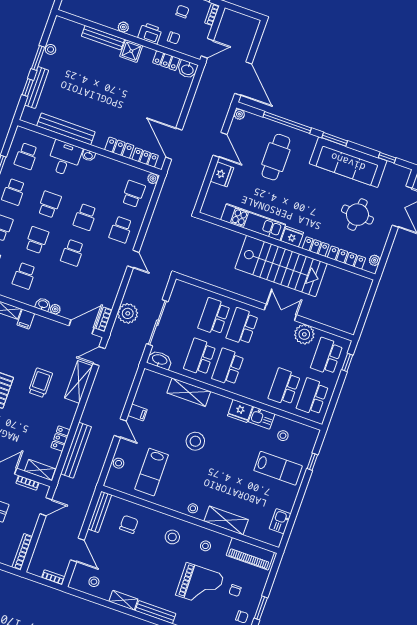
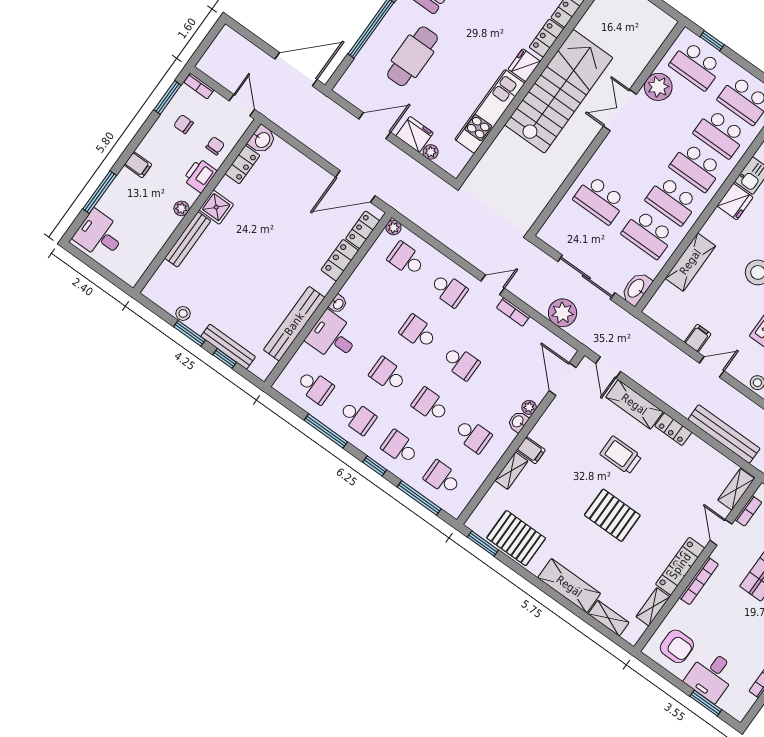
plant: (239, 114) -> (431, 152), moved
cafe table: (276, 157) -> (412, 56), turned 90
school desk: (85, 217) -> (418, 332), turned 180
bookcase: (104, 319) -> (513, 312), moved
school desk: (242, 326) -> (696, 167), moved
locker: (60, 439) -> (673, 429), moved

